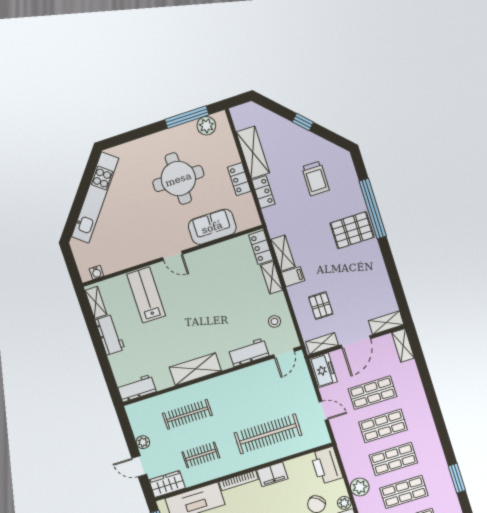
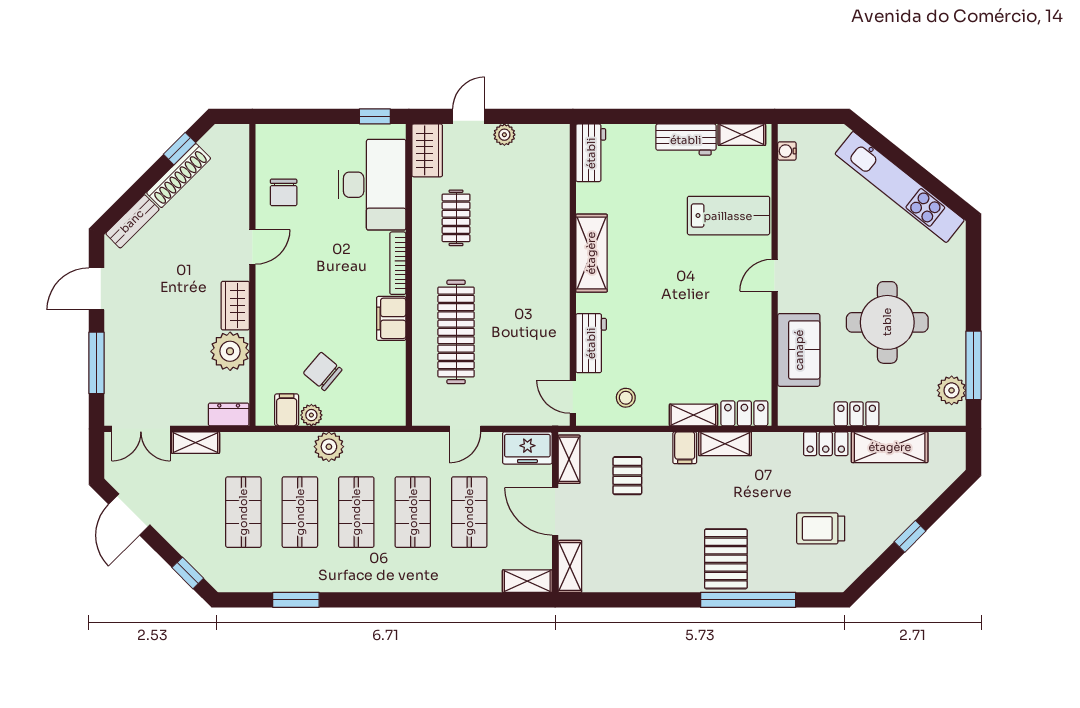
pallet: (321, 306) -> (627, 476), turned 90
clothes rail: (187, 414) -> (526, 218), removed
printer: (327, 465) -> (379, 406), removed

